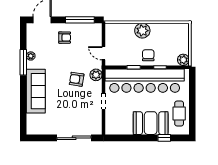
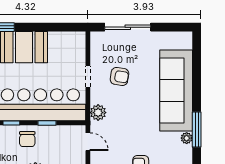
armchair: (77, 79) -> (119, 76), moved
sofa: (36, 91) -> (176, 90), width x1.36, depth x1.27

